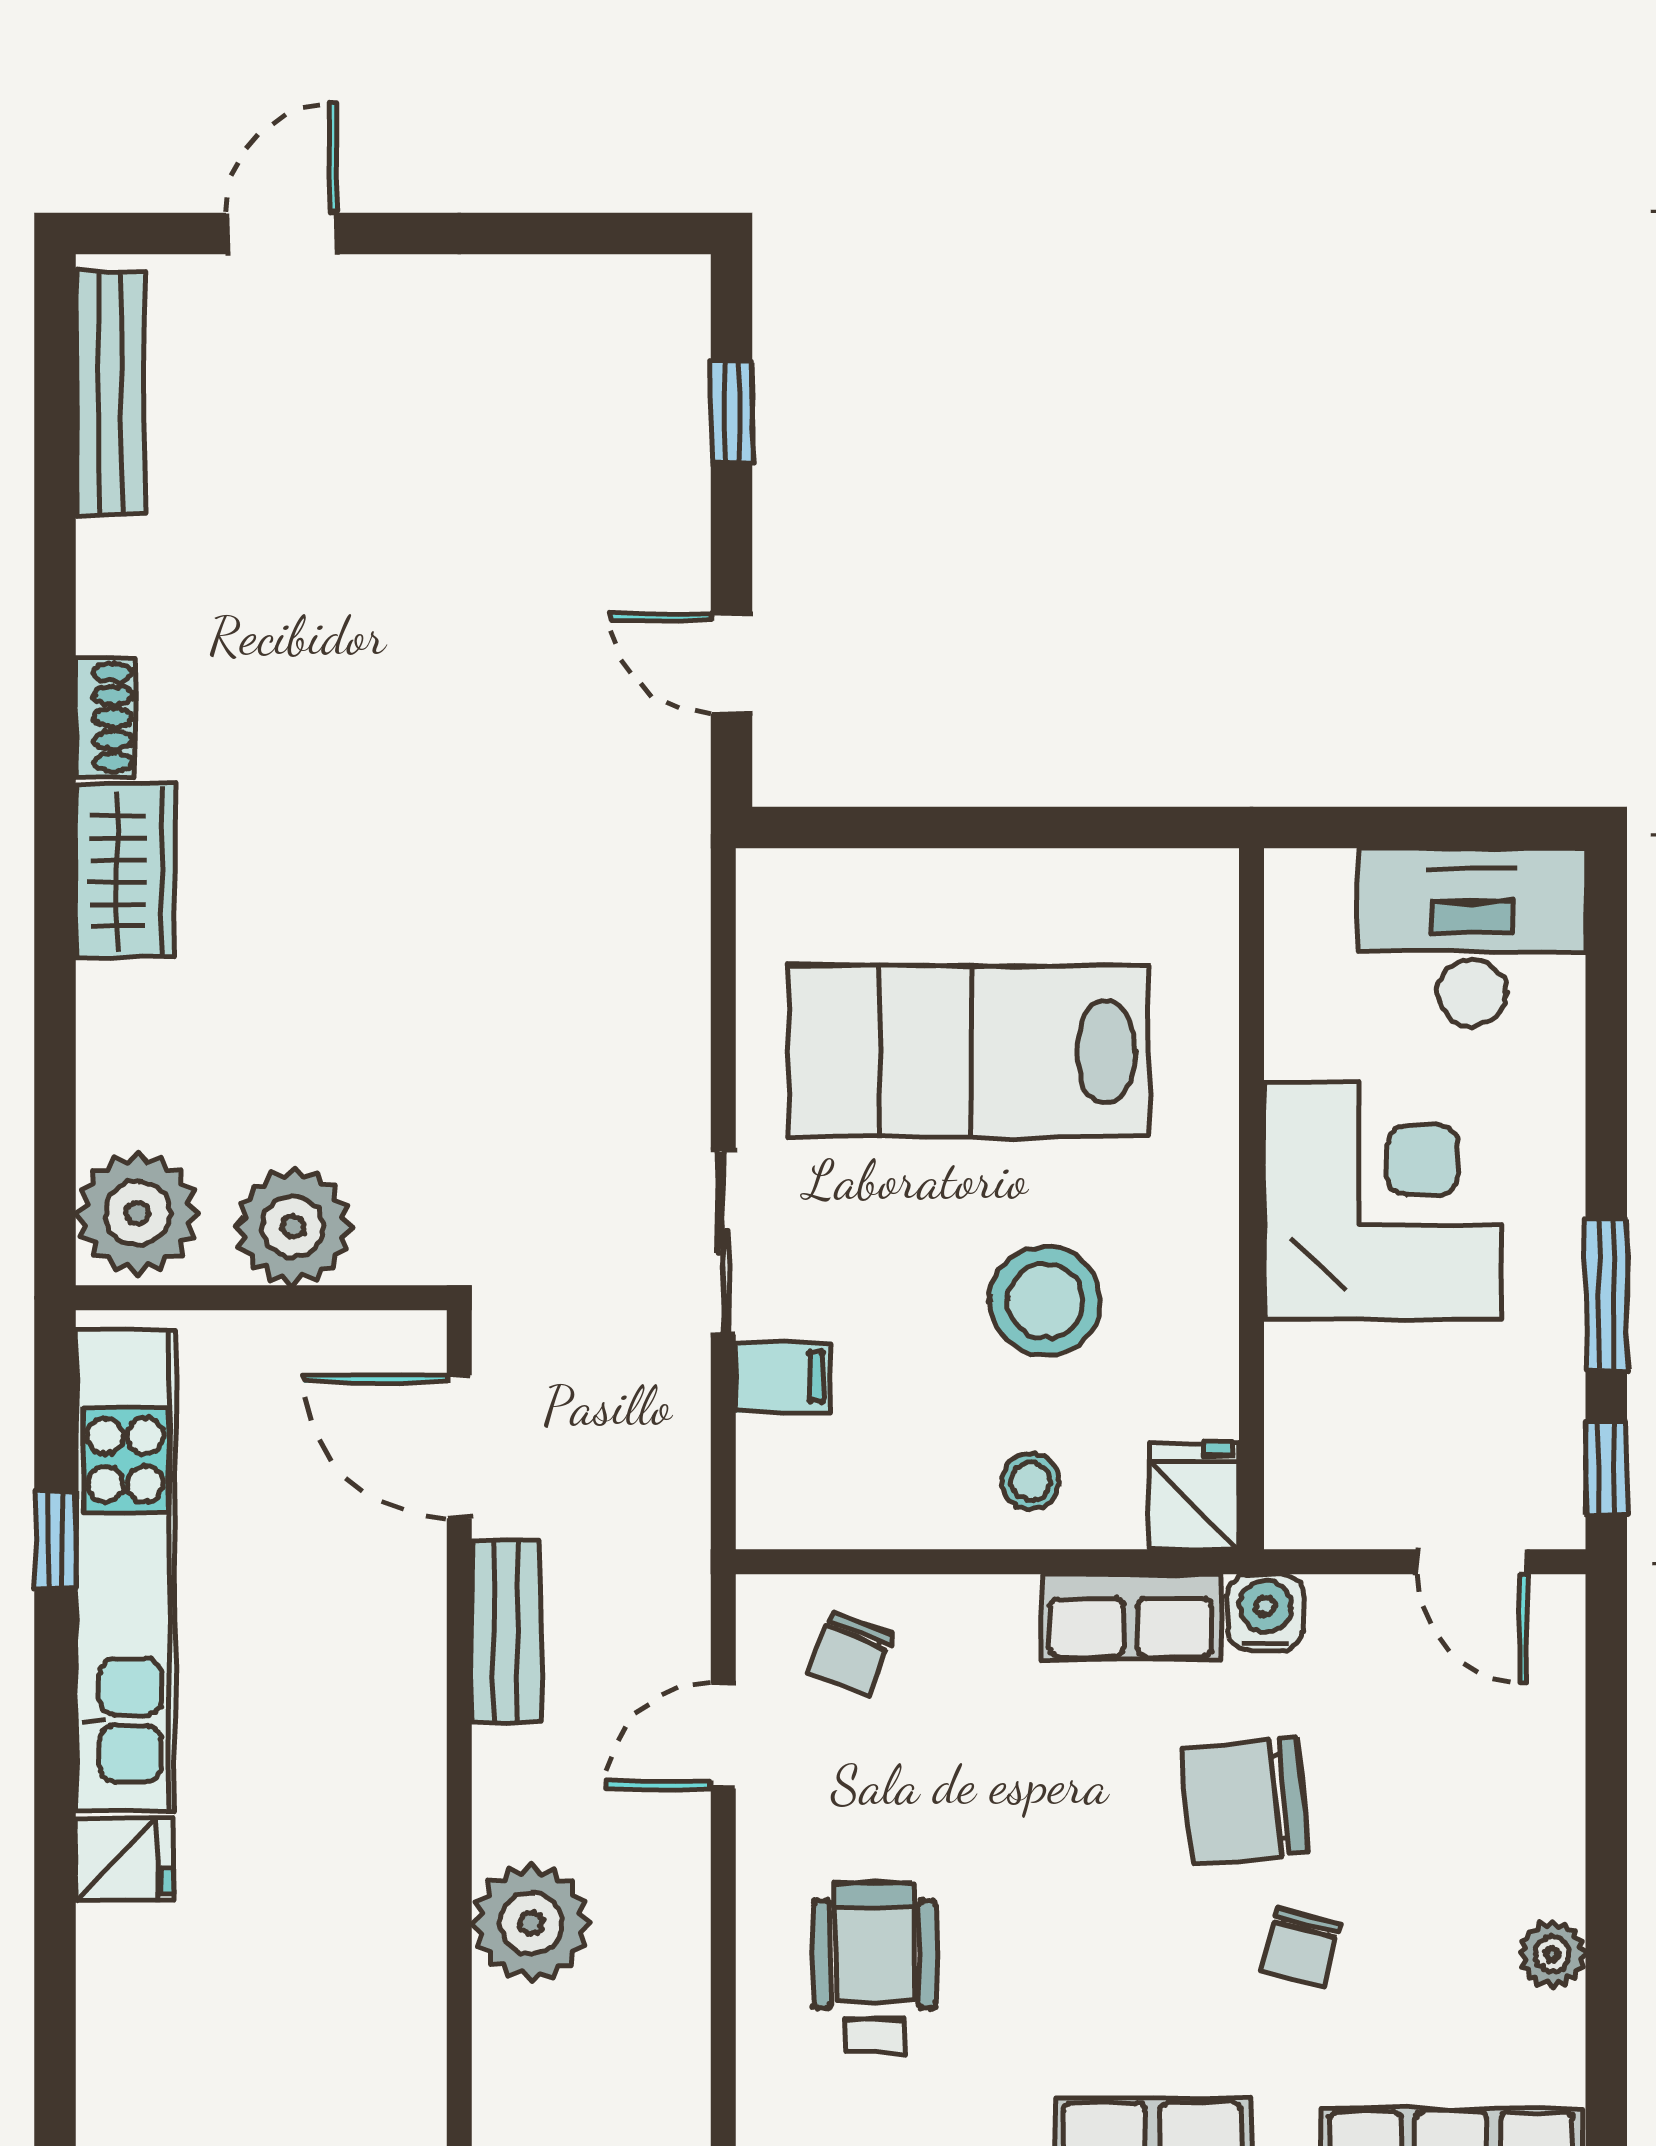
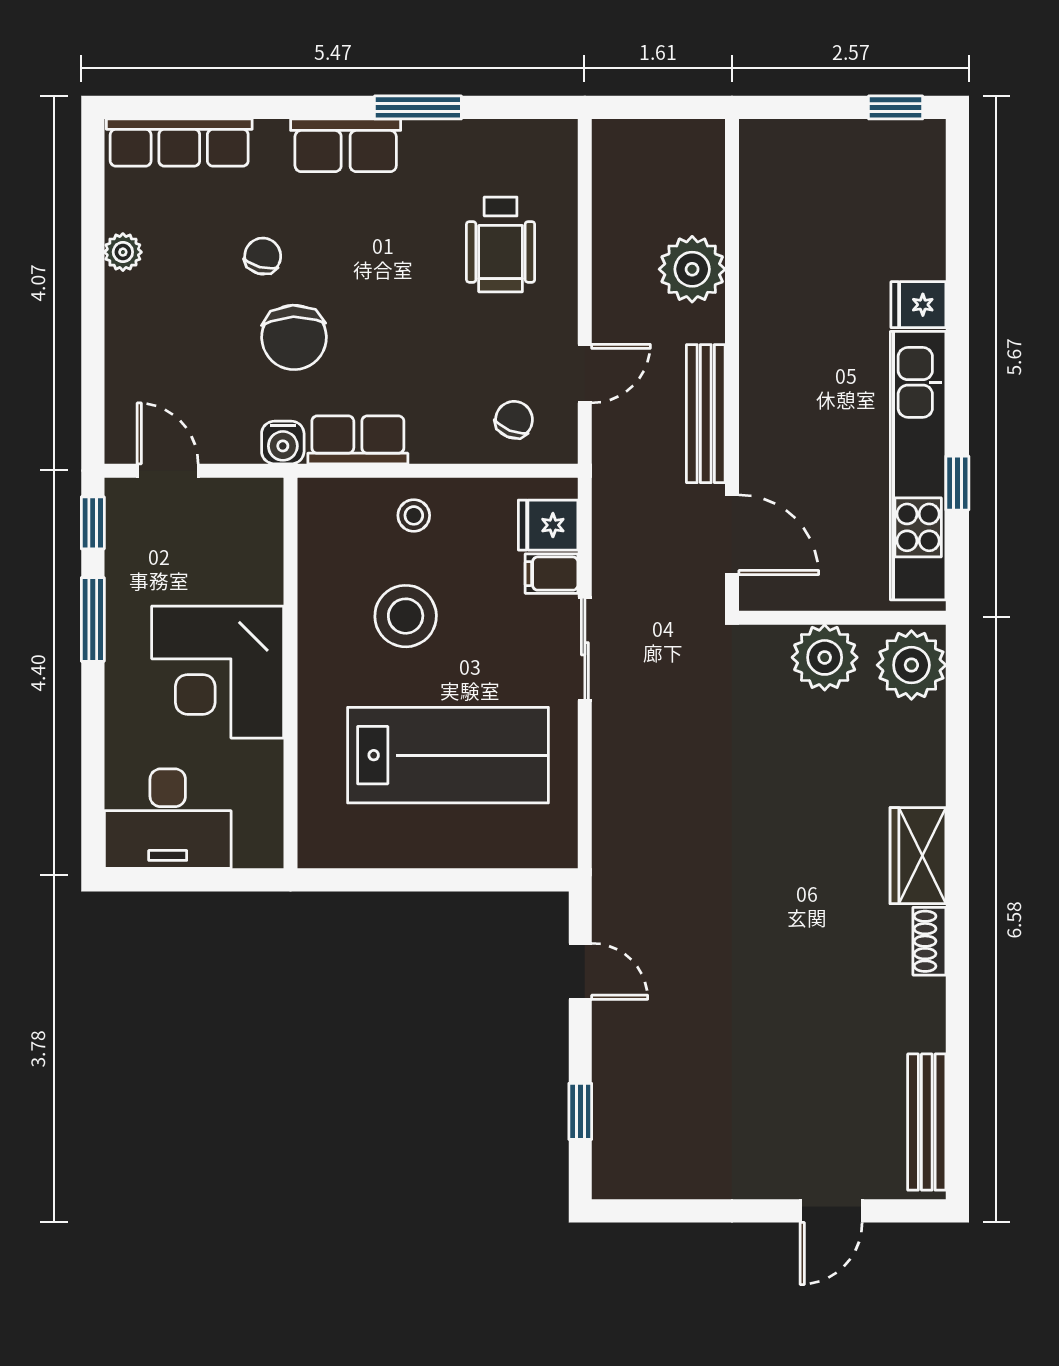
fridge: (1194, 1496) -> (548, 525), moved, turned 90
bench: (506, 1631) -> (706, 414), width x1.36
chair: (1245, 1801) -> (294, 337), turned 94

